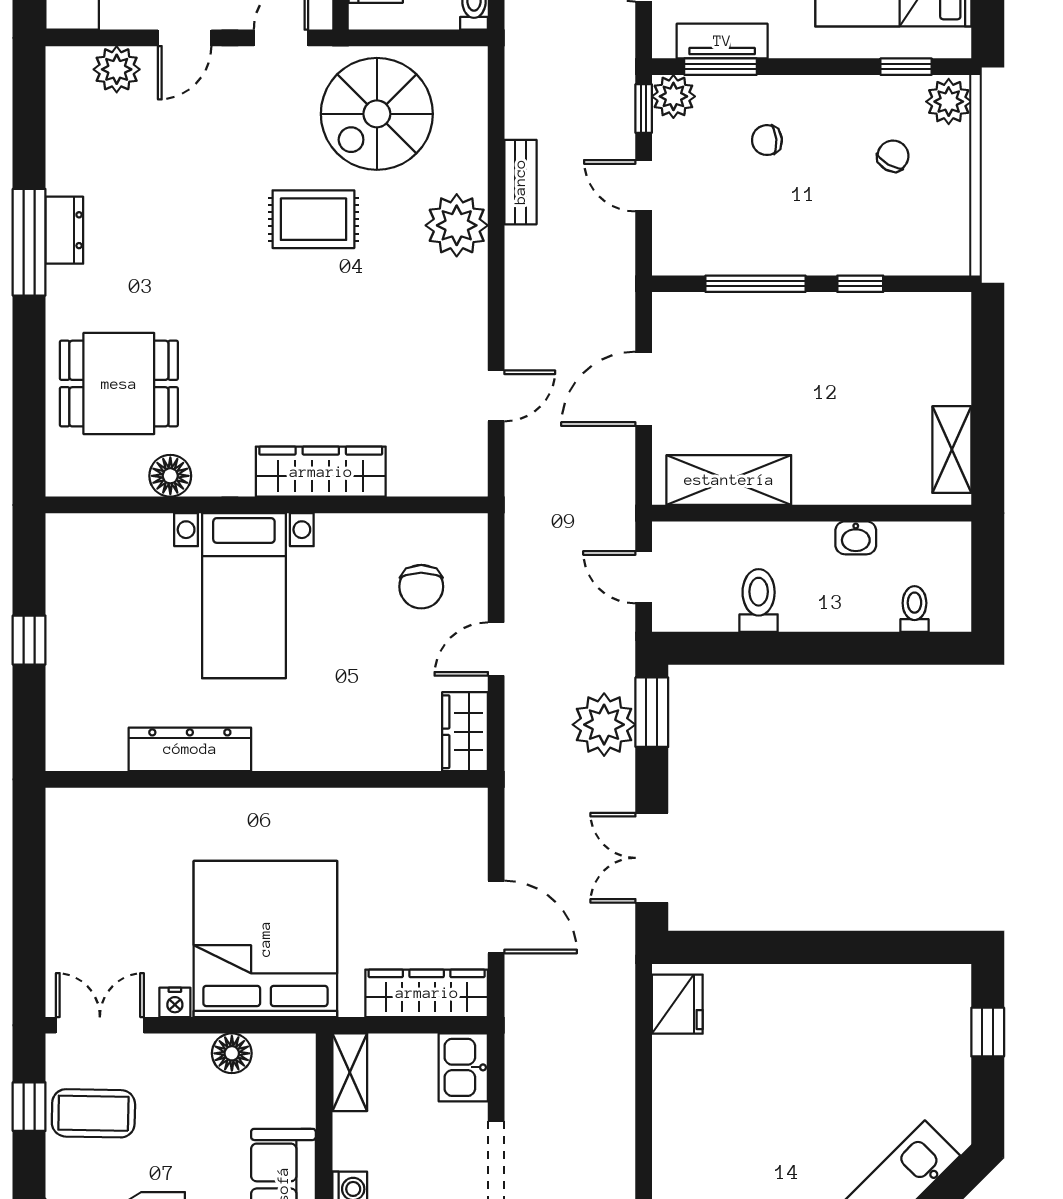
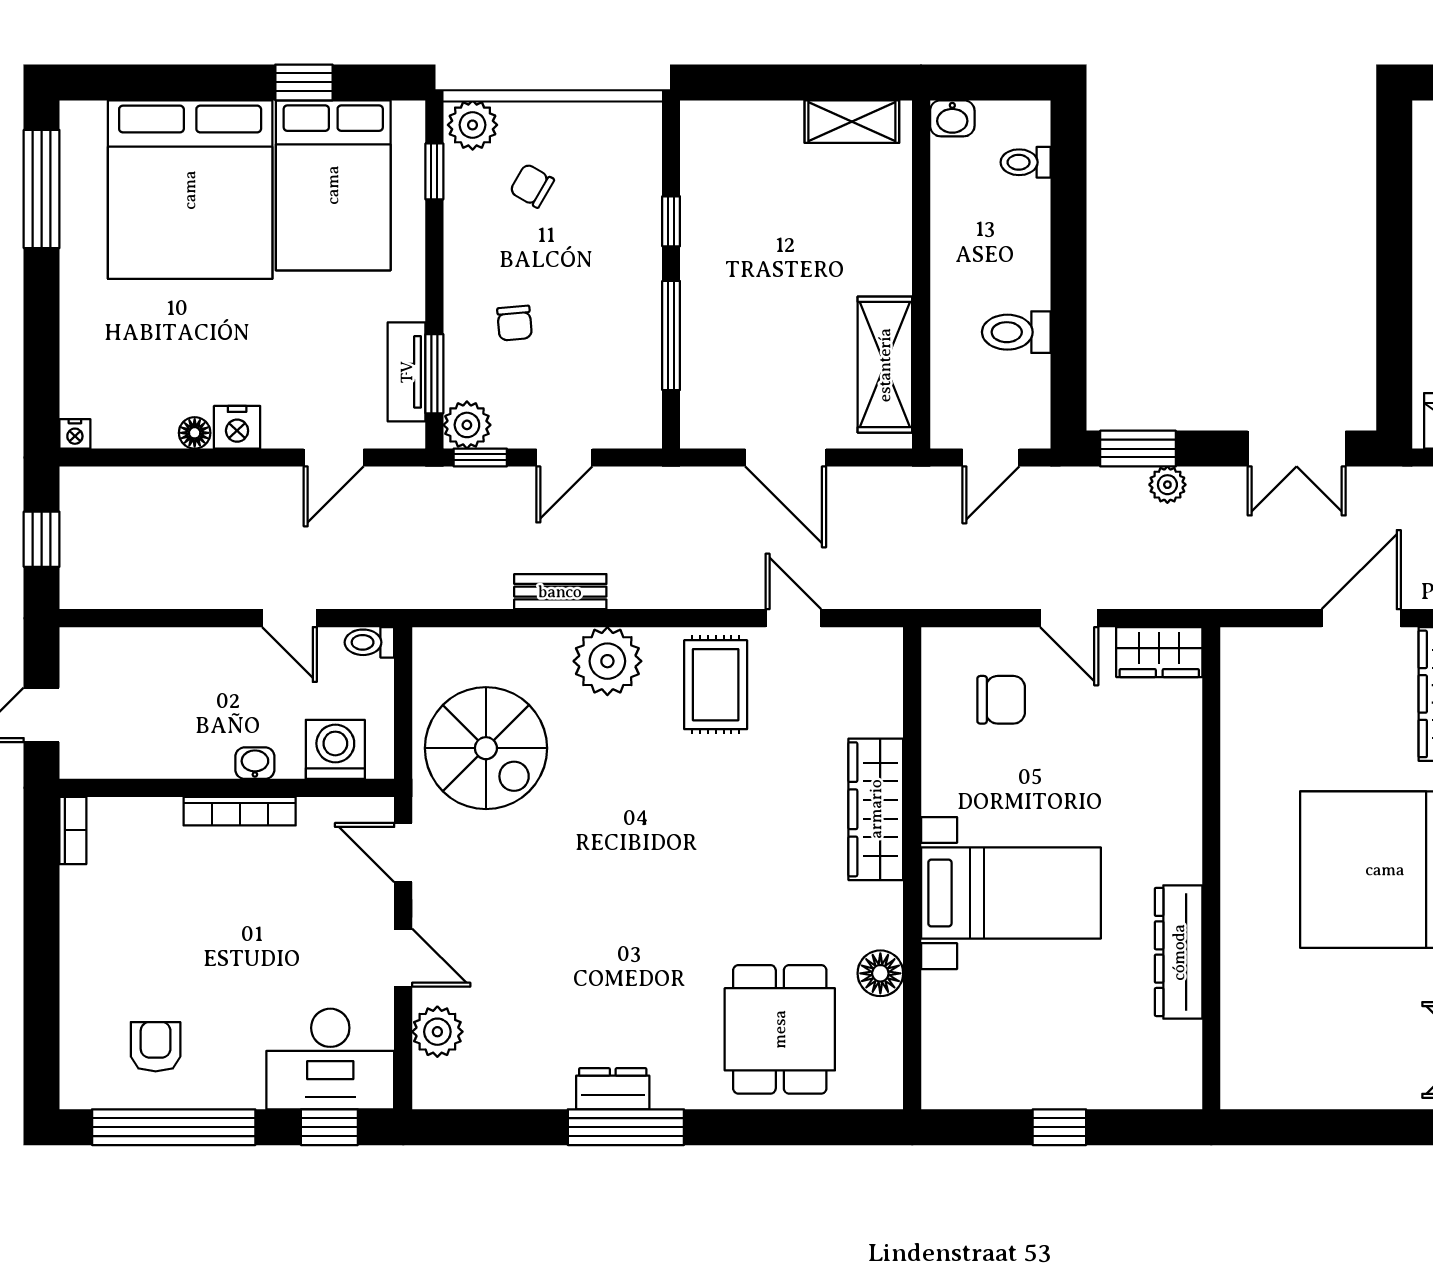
rug: (313, 219) -> (716, 685), moved
washbasin: (856, 538) -> (952, 118), moved, turned 90
plant: (604, 725) -> (1167, 485), width x0.53, depth x0.53

